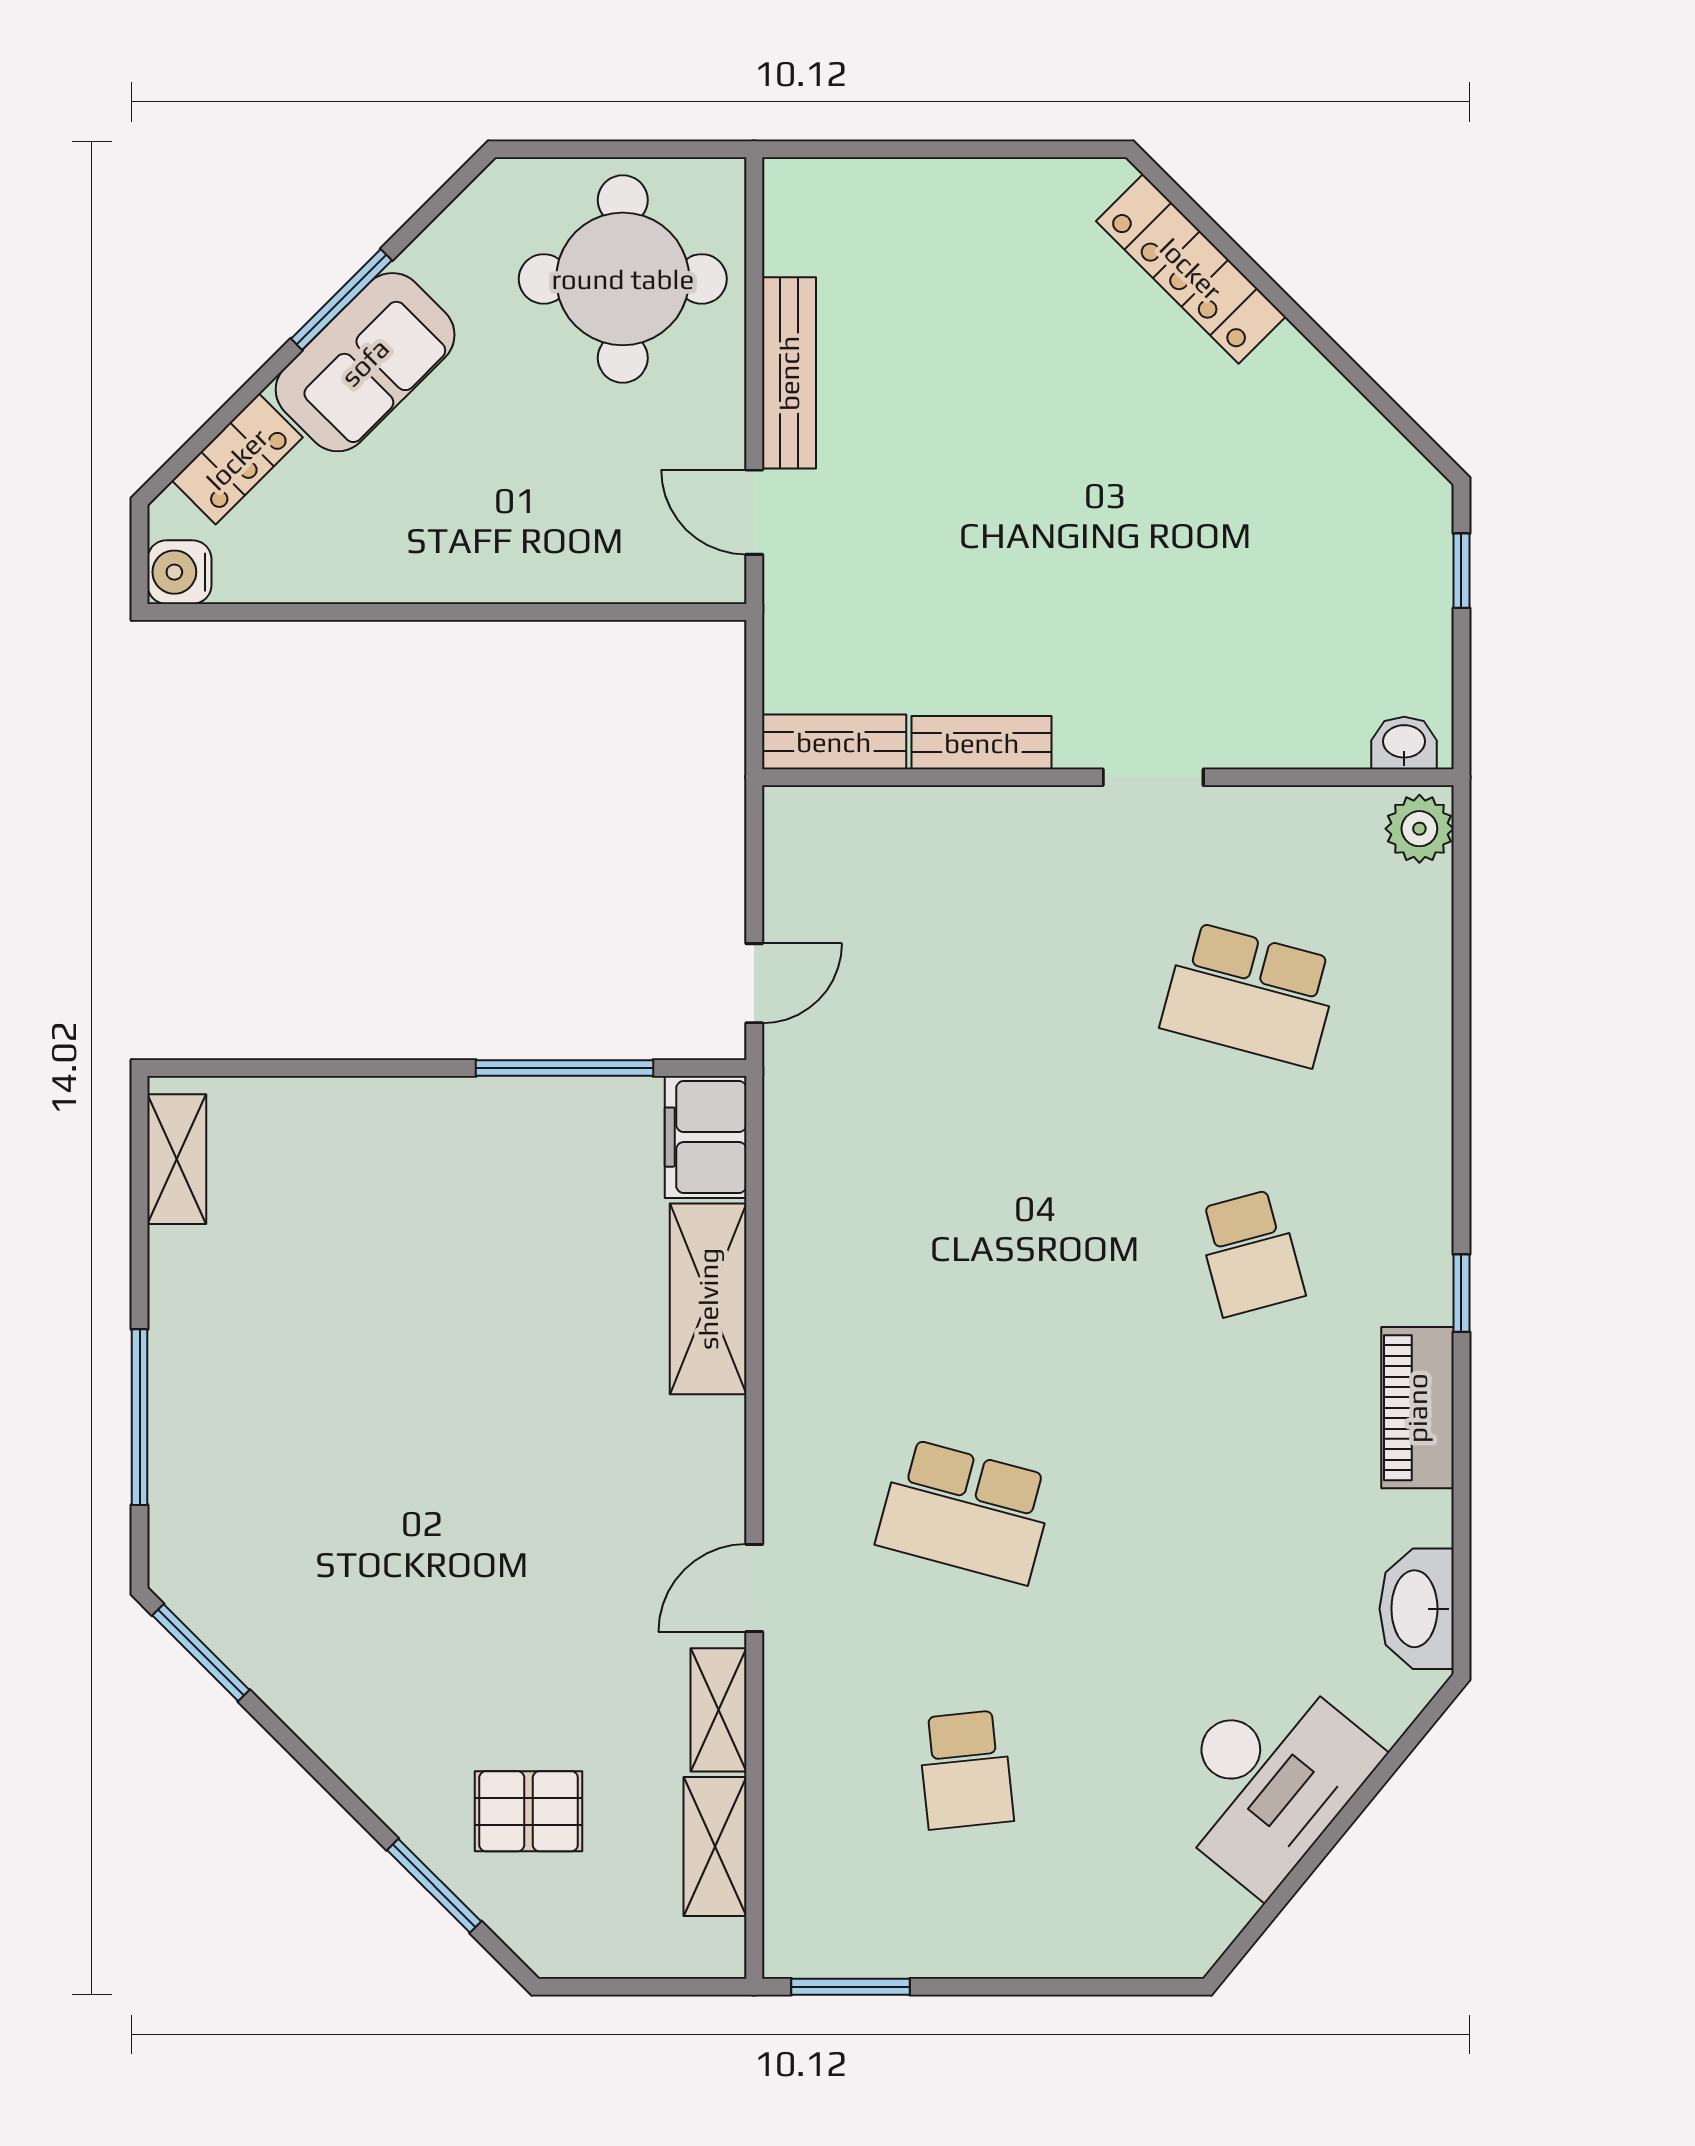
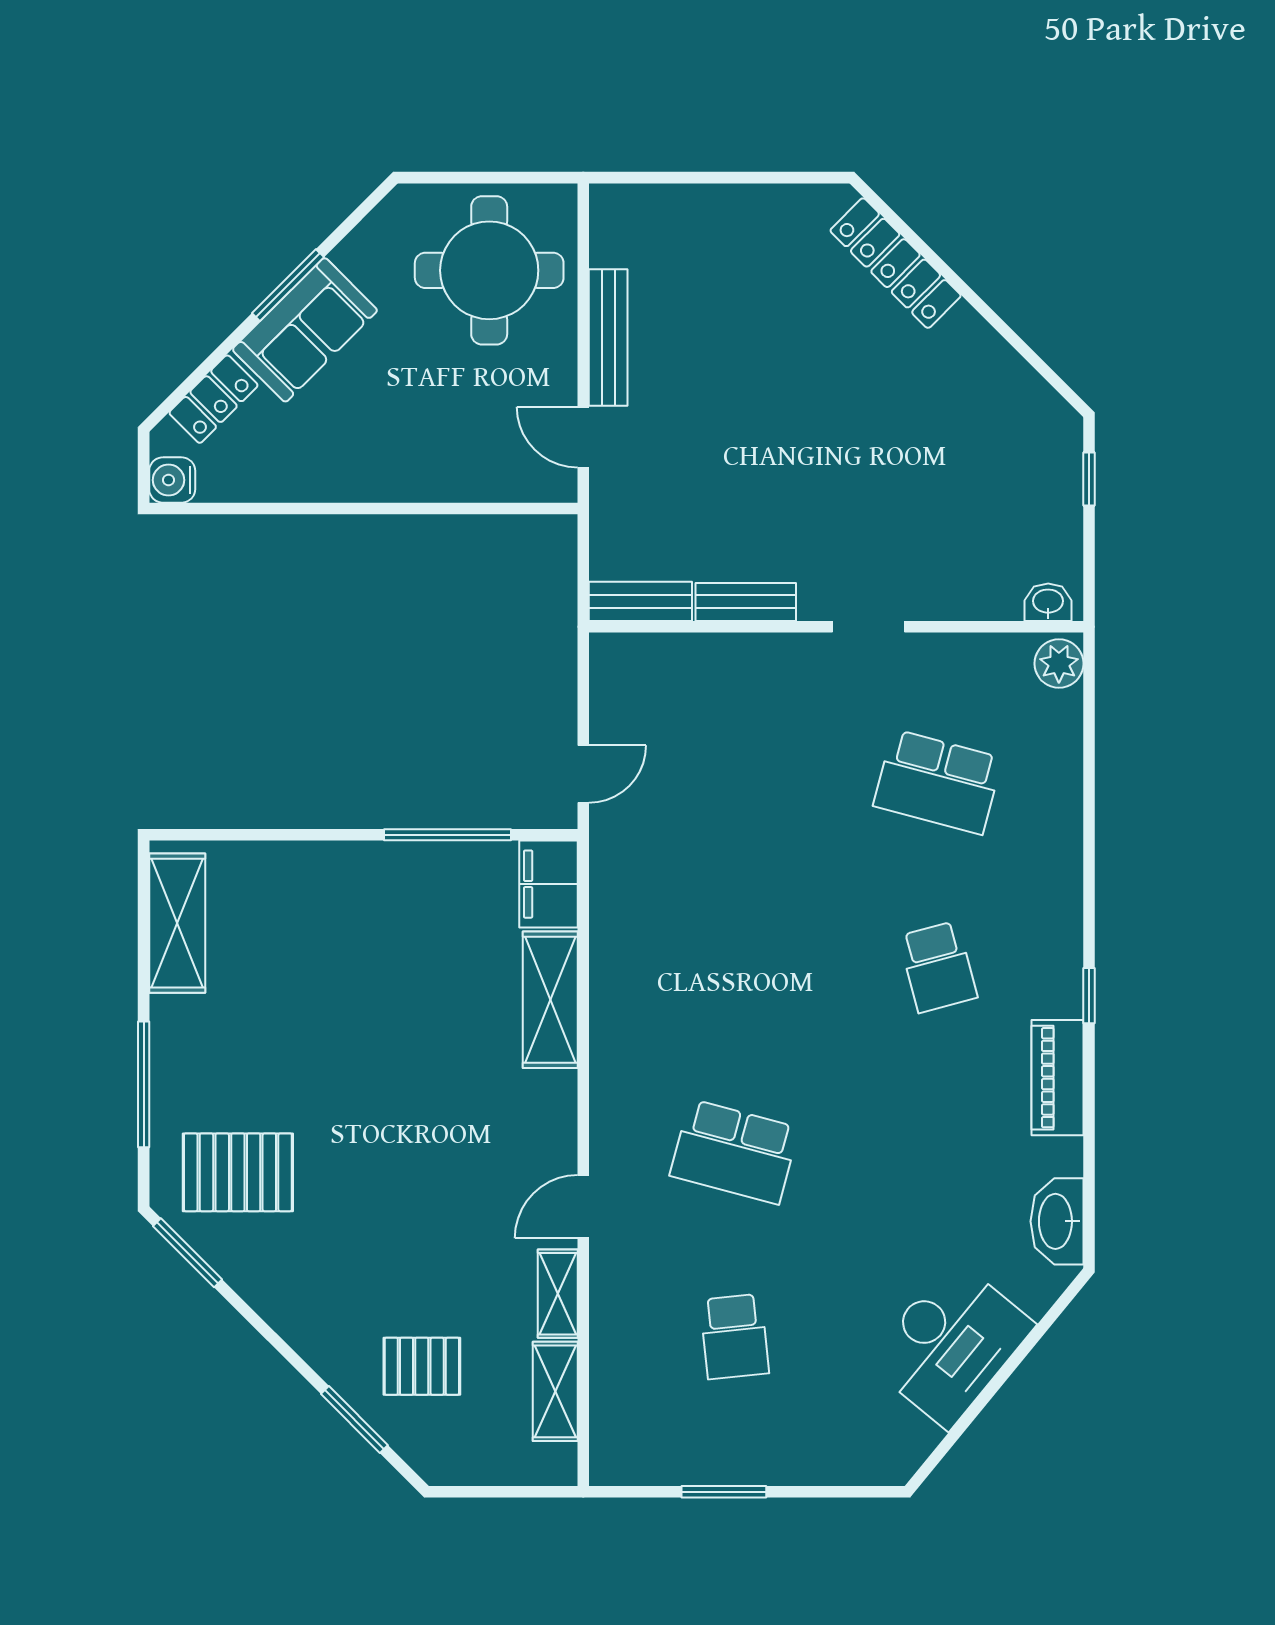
shelving: (177, 1159) -> (177, 923), width x1.50, depth x1.33
pallet: (271, 1540) -> (238, 1172), added
window: (851, 1987) -> (724, 1492), moved

